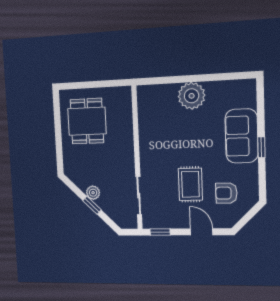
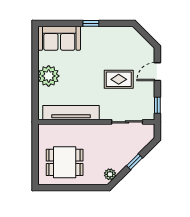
tv unit: (147, 126) -> (71, 113), added
sofa: (242, 136) -> (59, 38), moved
plant: (93, 193) -> (110, 174), moved
armchair: (226, 193) -> (126, 51), removed

